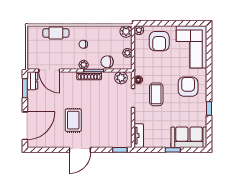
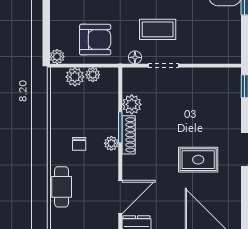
plant: (126, 31) -> (75, 77), moved
armchair: (159, 41) -> (95, 40), moved
chair: (107, 62) -> (107, 106), removed
plant: (121, 78) -> (132, 104), moved
tv unit: (139, 136) -> (223, 57), removed

